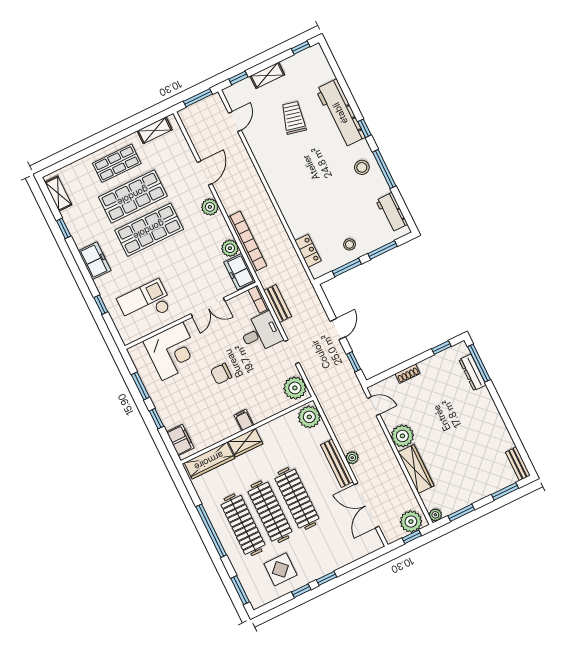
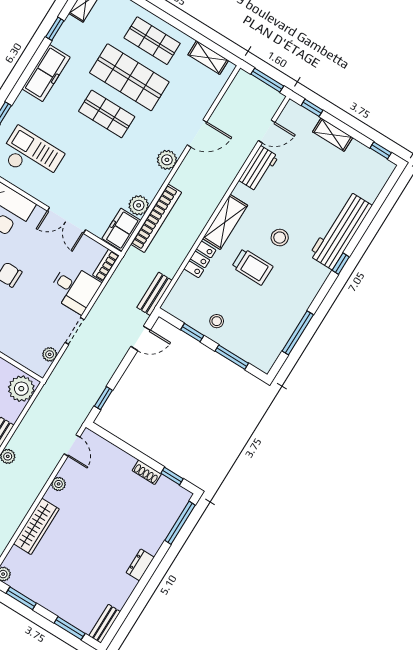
trolley: (294, 118) -> (252, 267), moved, turned 77
stool: (362, 167) -> (280, 238), moved
window: (384, 169) -> (298, 333), moved
shelving: (281, 193) -> (225, 222), added
workbench: (392, 212) -> (259, 169), moved, turned 180
shop shelf: (149, 230) -> (107, 114), width x0.70, depth x0.74
locker: (308, 251) -> (200, 259), moved
freezer: (95, 261) -> (46, 73), width x1.40
window: (347, 267) -> (192, 333), width x0.67
bench: (278, 304) -> (154, 294), moved
door: (338, 329) -> (141, 338), moved
dresser: (472, 372) -> (140, 565), moved, width x0.70
shoe rack: (408, 374) -> (147, 472), moved
plant: (295, 388) -> (50, 354), width x0.53, depth x0.53
plant: (402, 436) -> (59, 484), width x0.53, depth x0.53

